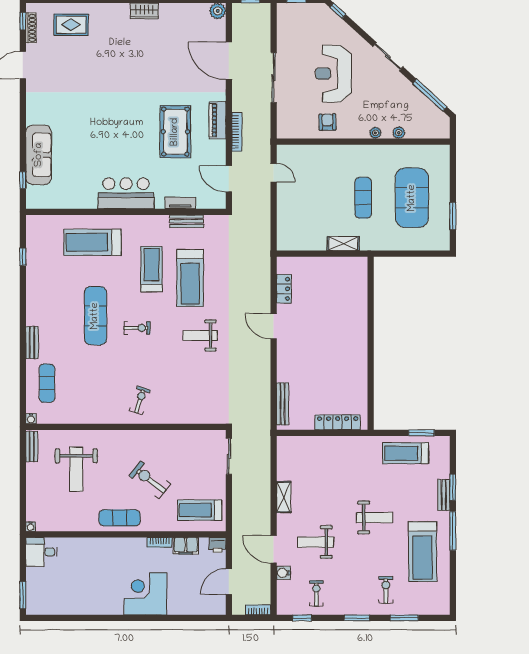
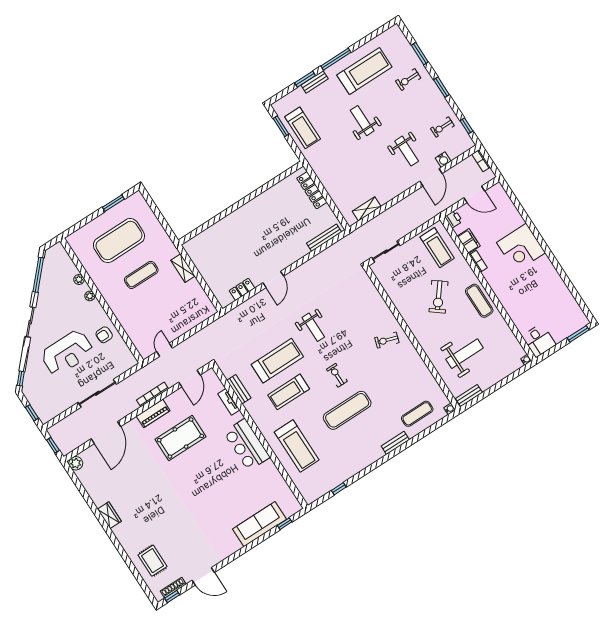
shelving: (284, 497) -> (367, 209), moved

